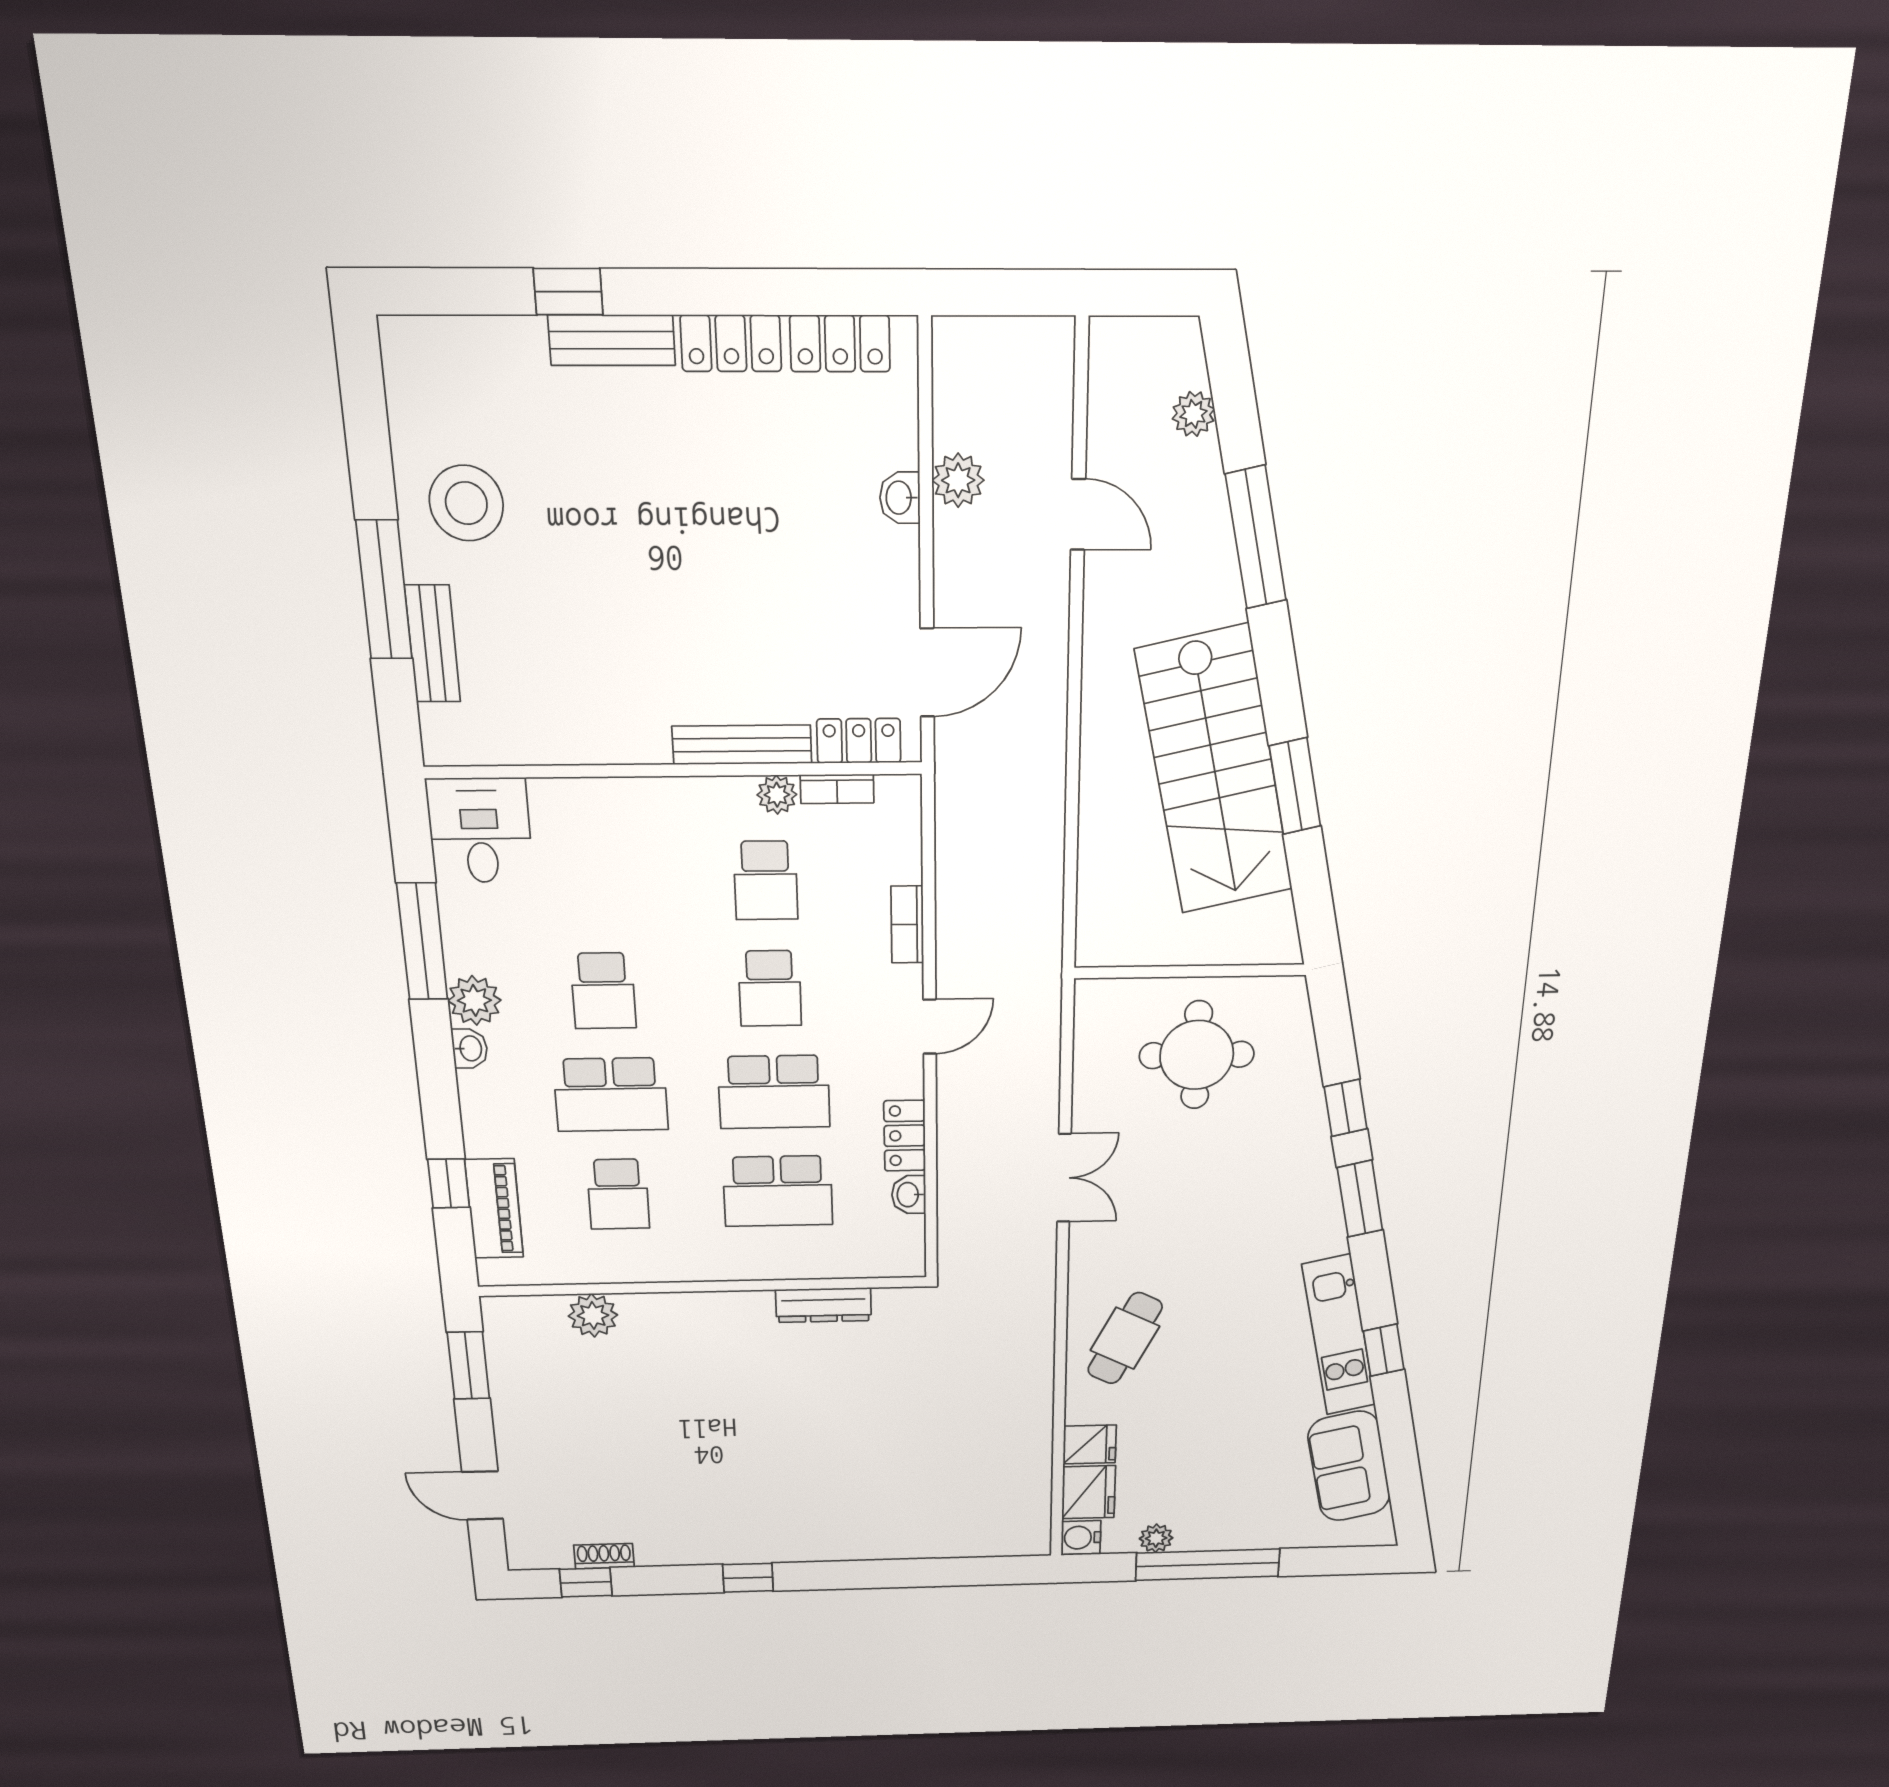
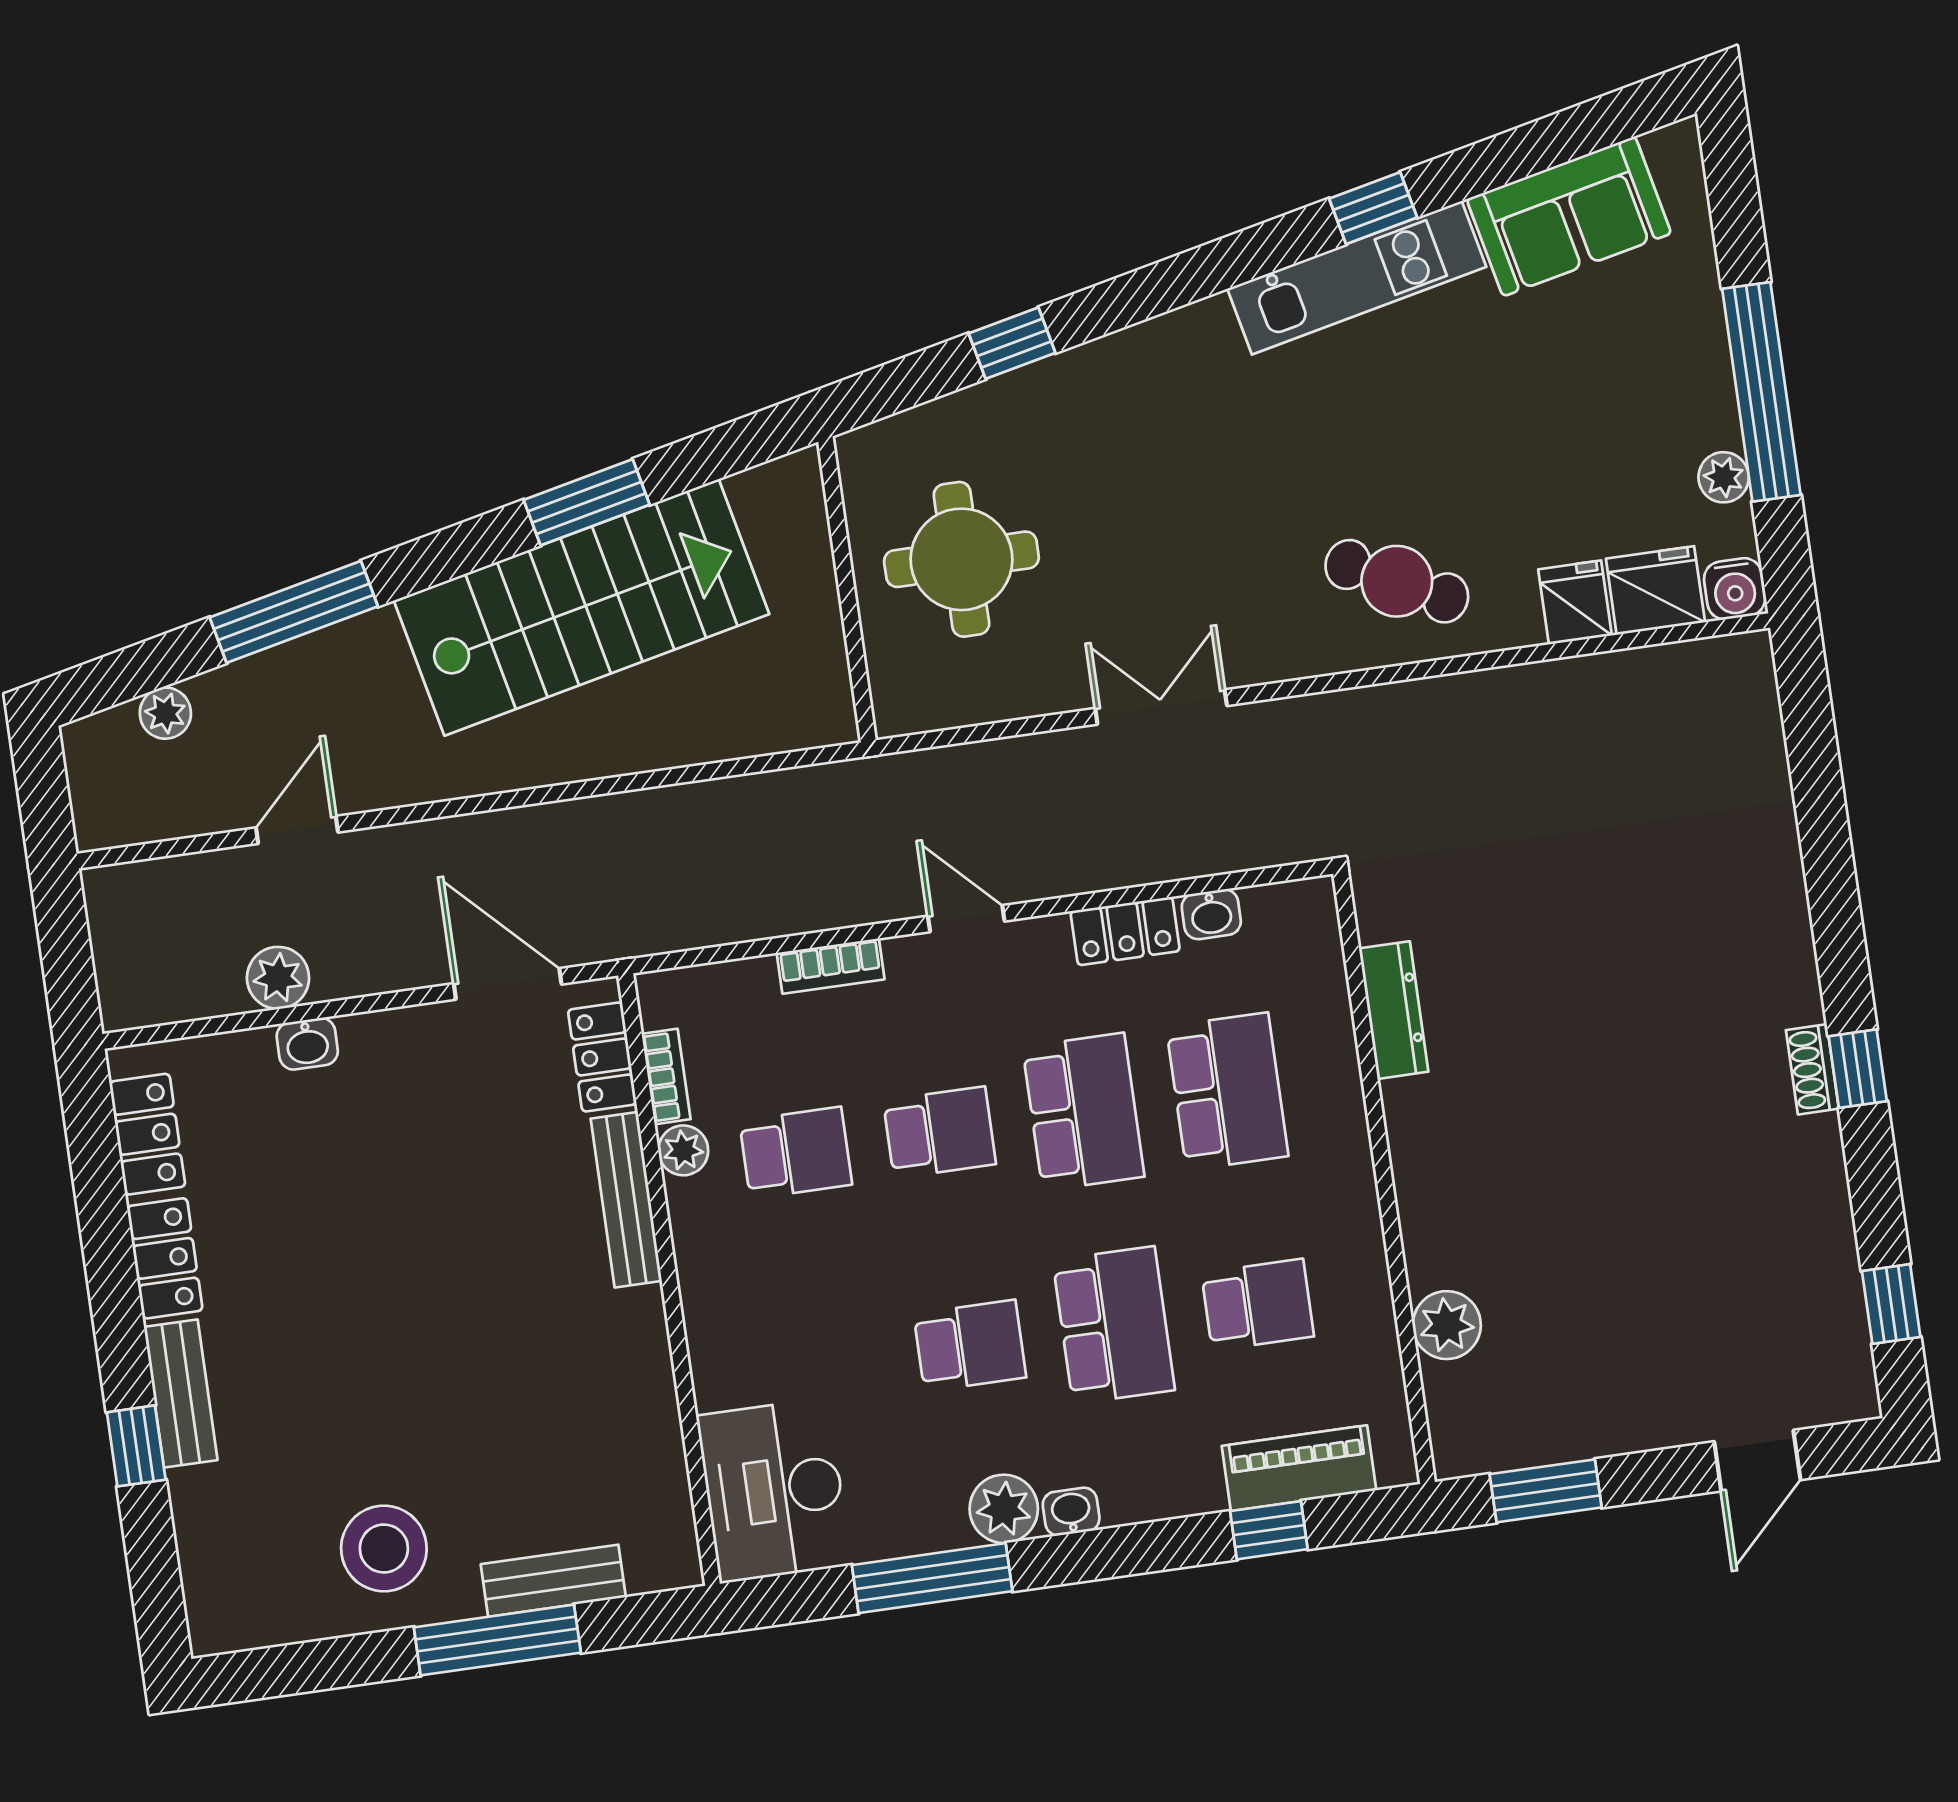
desk: (480, 830) -> (774, 1490), width x1.37
window: (1360, 1199) -> (1143, 294), removed
shoe rack: (604, 1556) -> (1812, 1069), moved

